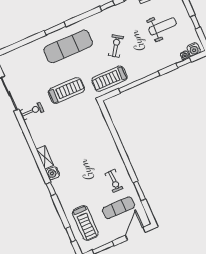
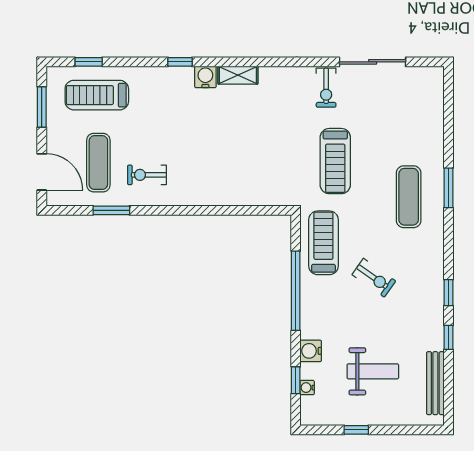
weight bench: (163, 26) -> (373, 371), turned -90
exercise mat: (68, 46) -> (409, 197), width x0.73, depth x0.69
water cooler: (194, 49) -> (311, 351), moved

